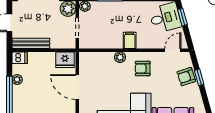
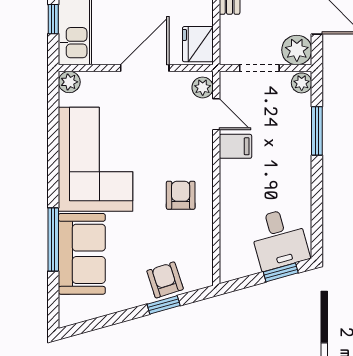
filing cabinet: (130, 40) -> (235, 146), moved
door: (173, 50) -> (216, 114), moved
plant: (120, 57) -> (203, 87), moved

